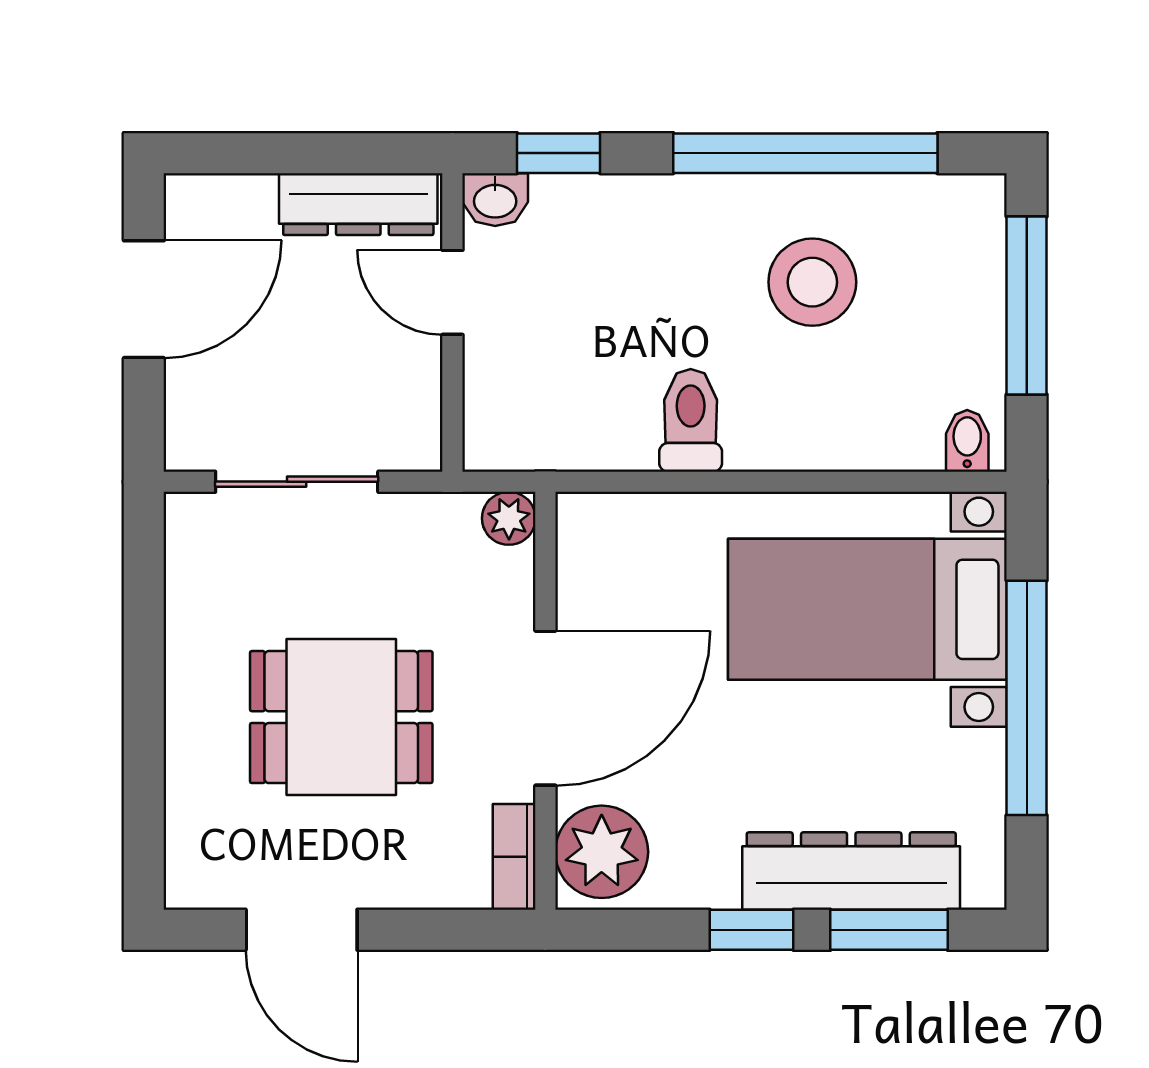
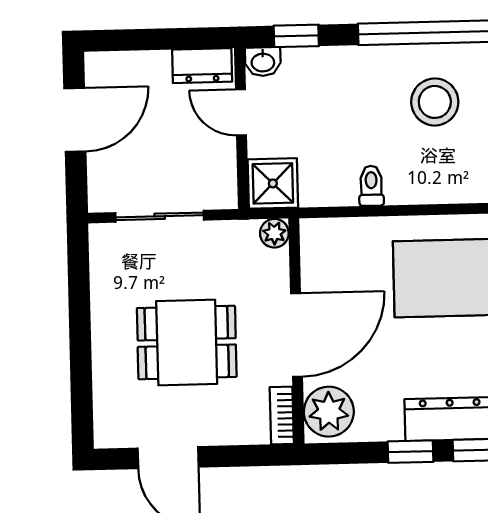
dresser: (358, 204) -> (202, 66), width x0.70
toilet: (691, 420) -> (371, 186), width x0.73, depth x0.72
shower: (508, 426) -> (273, 183), added

